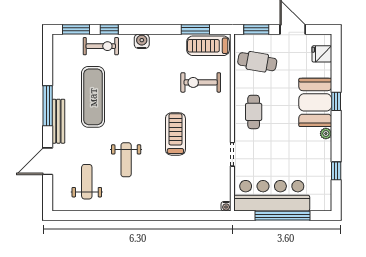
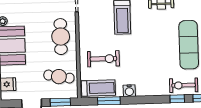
water cooler: (142, 41) -> (129, 91), moved
cafe table: (254, 112) -> (61, 37), width x1.37, depth x1.35

